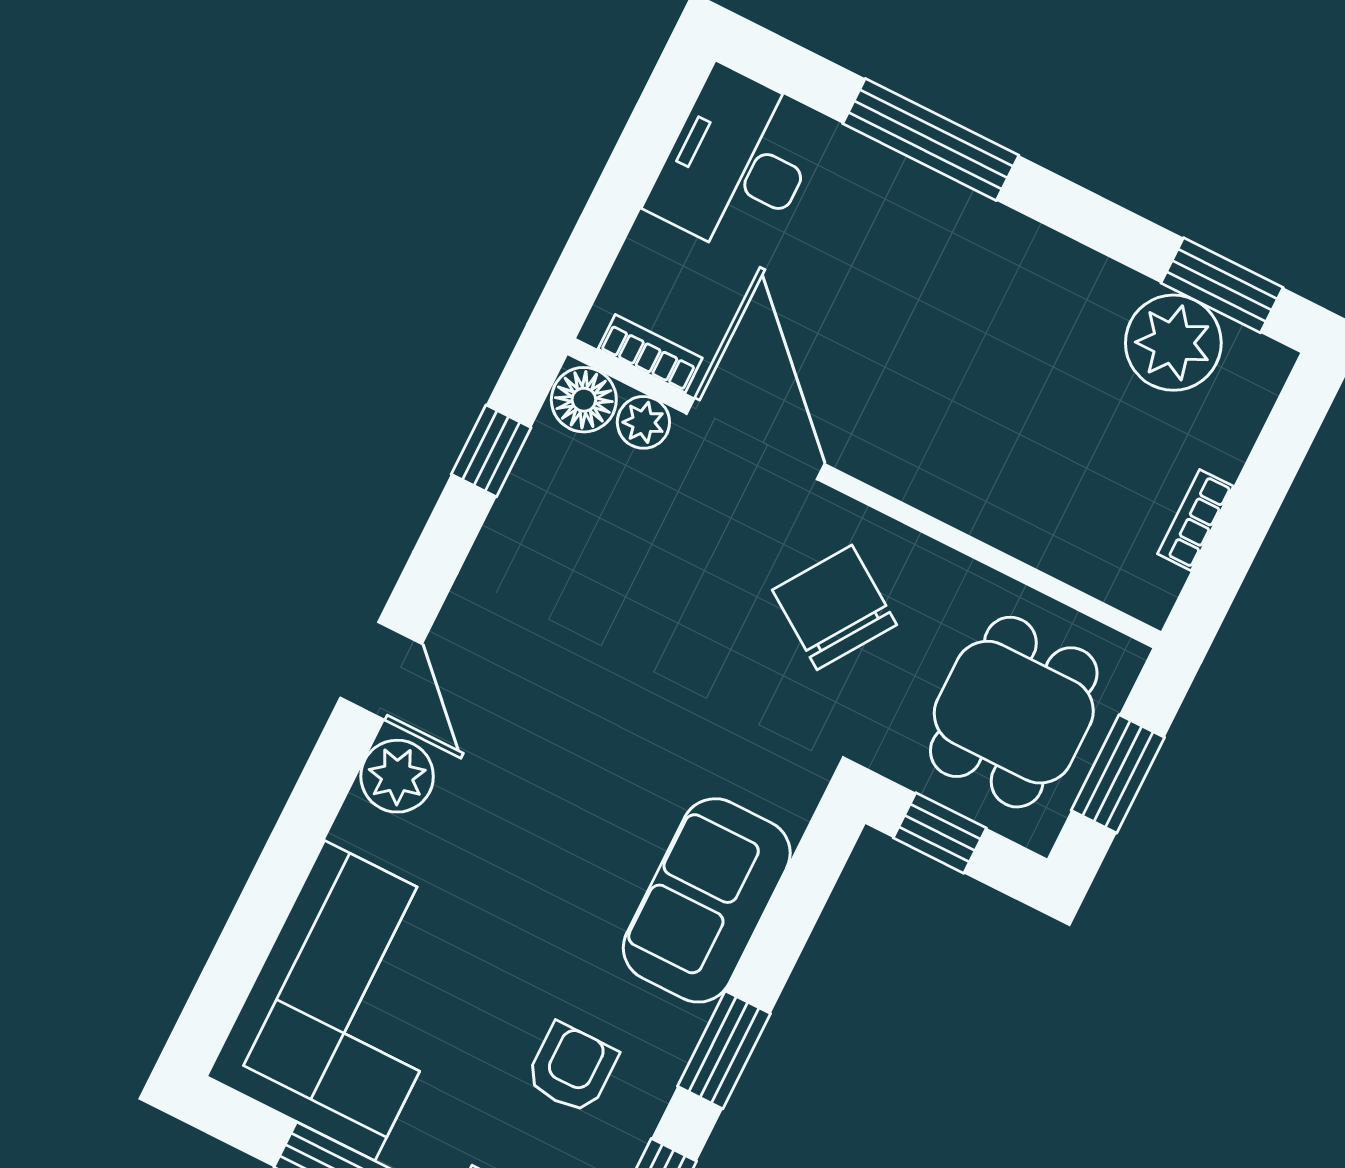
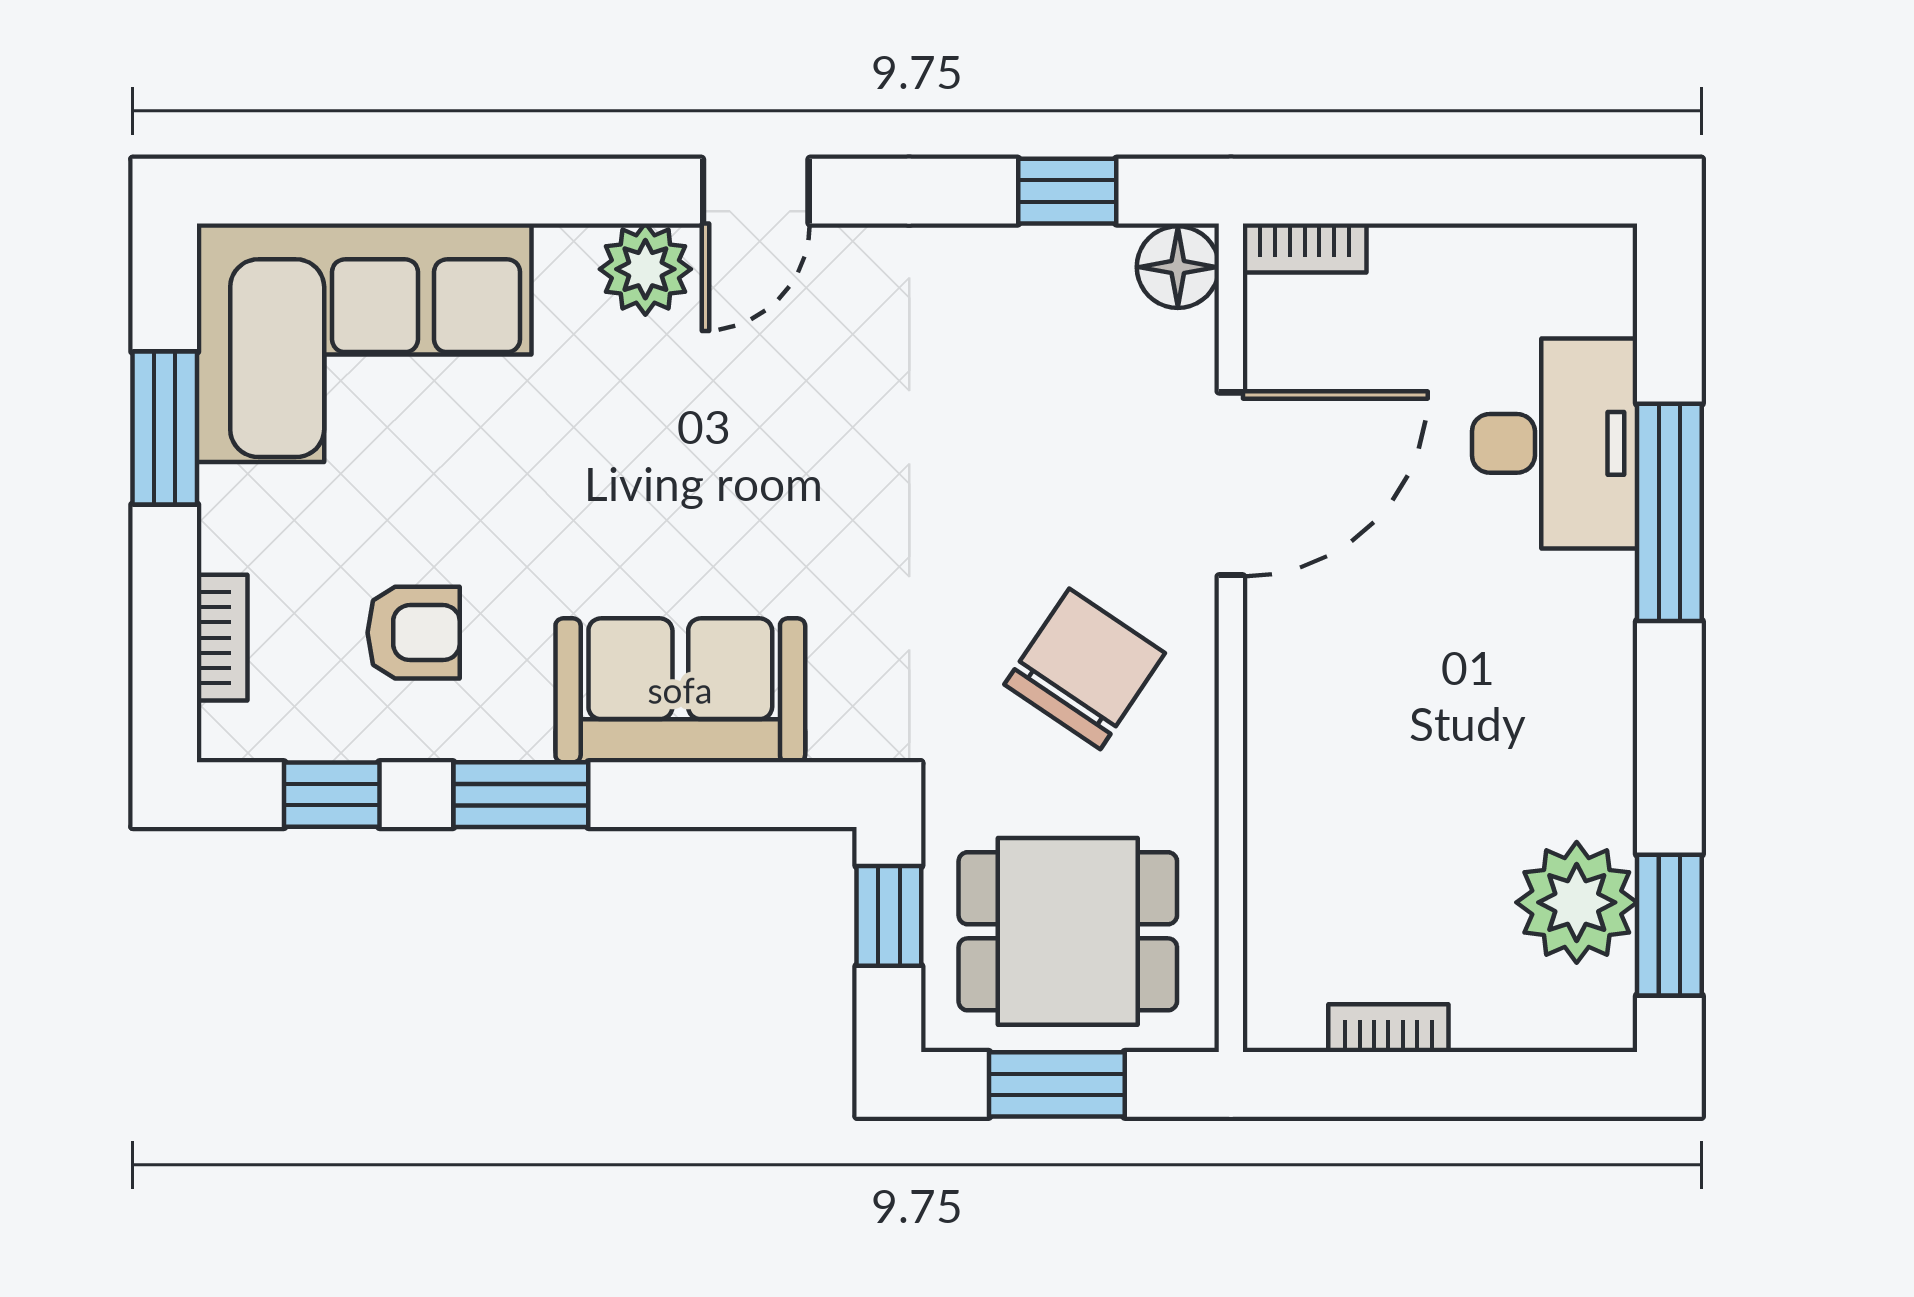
desk: (736, 163) -> (1555, 443), moved, turned 90
bookcase: (650, 354) -> (1305, 248), moved, turned 90
plant: (643, 422) -> (1186, 347), removed

